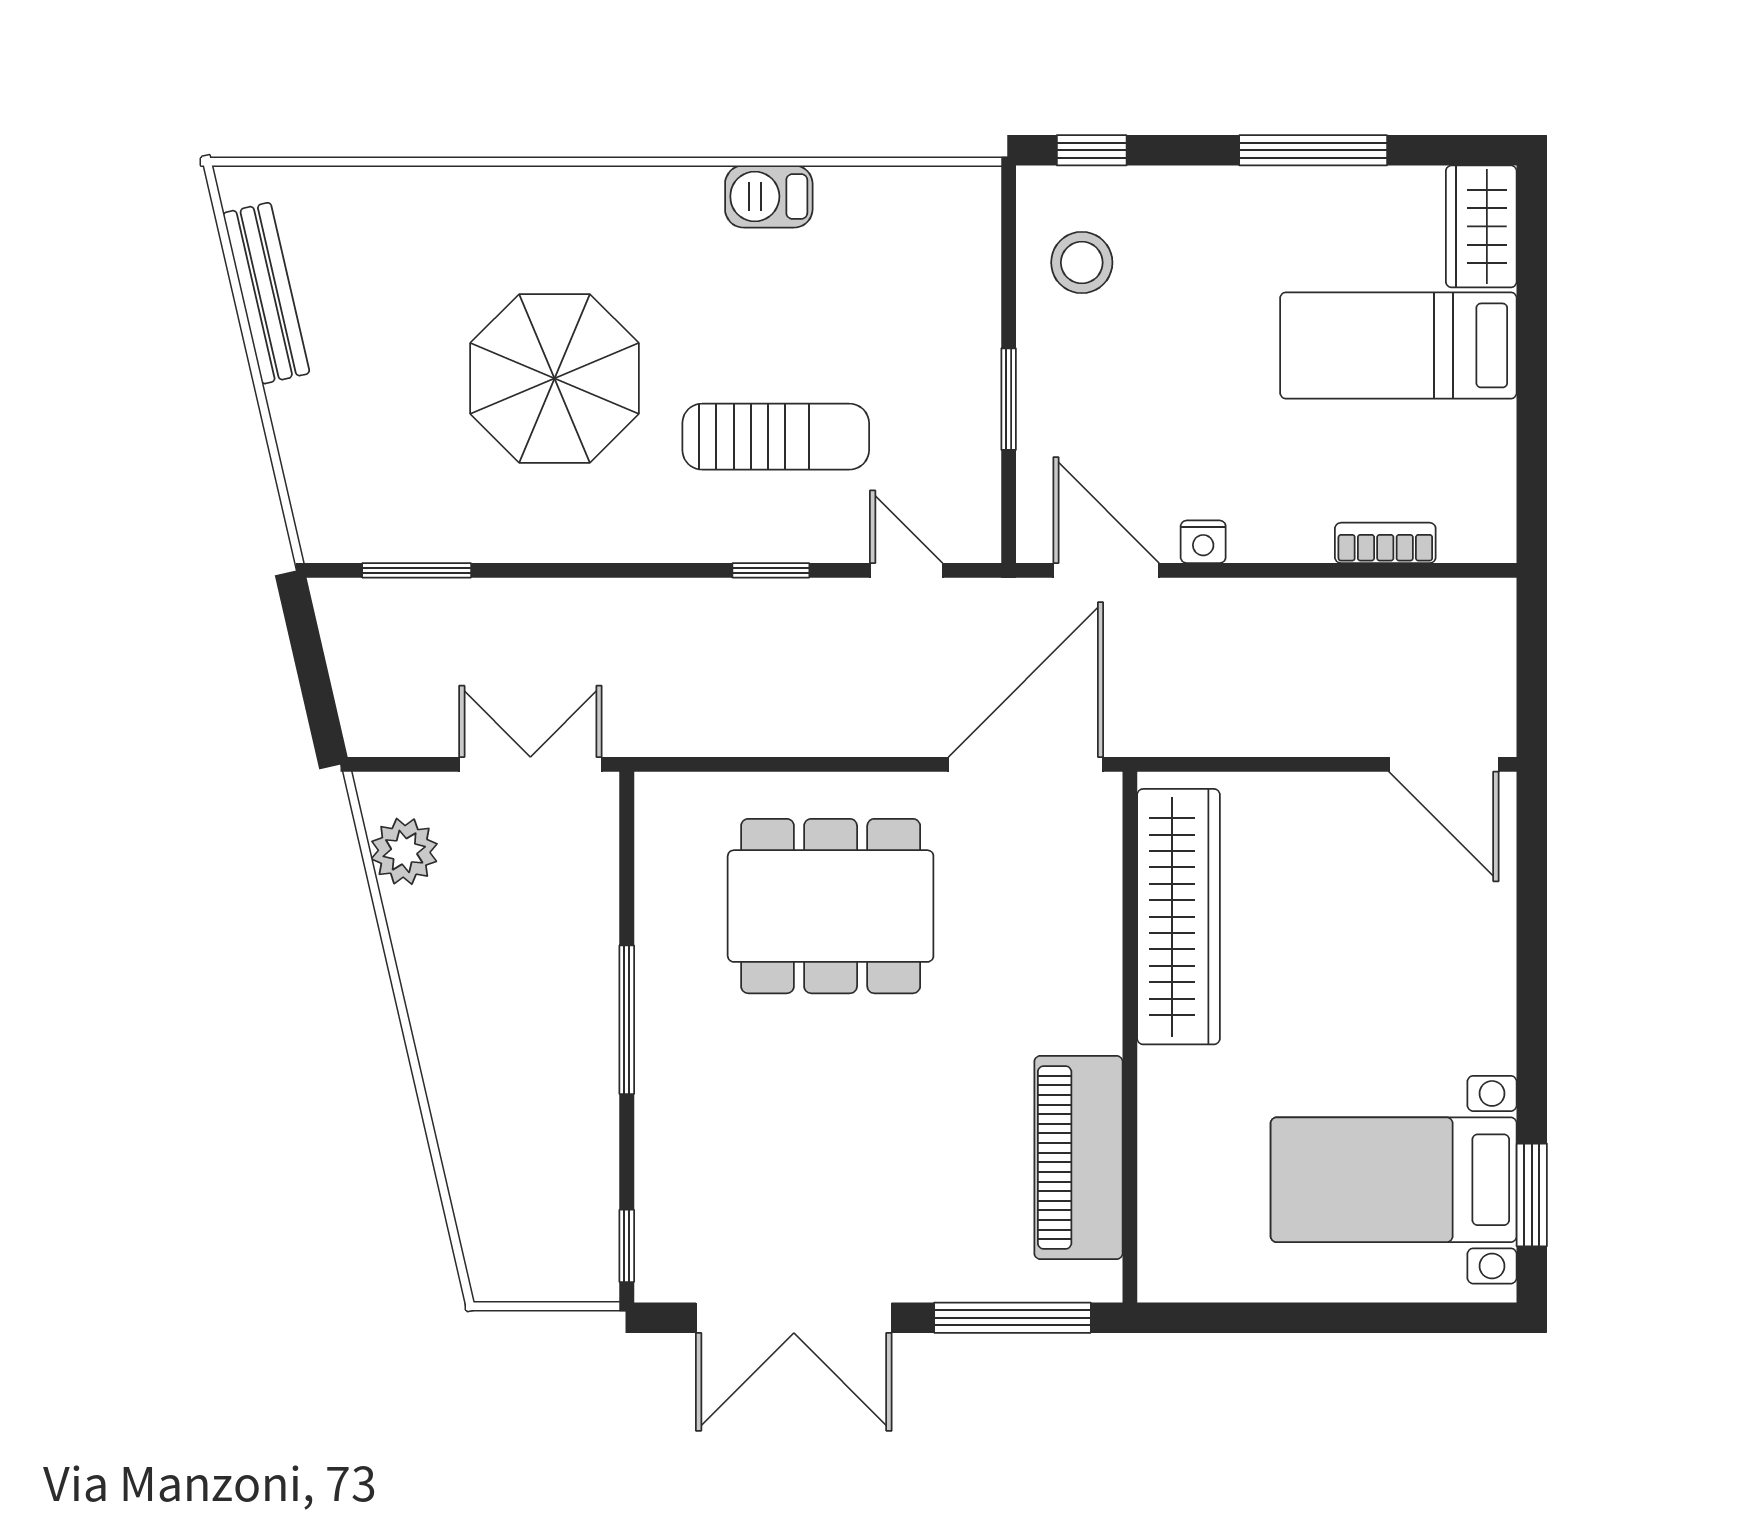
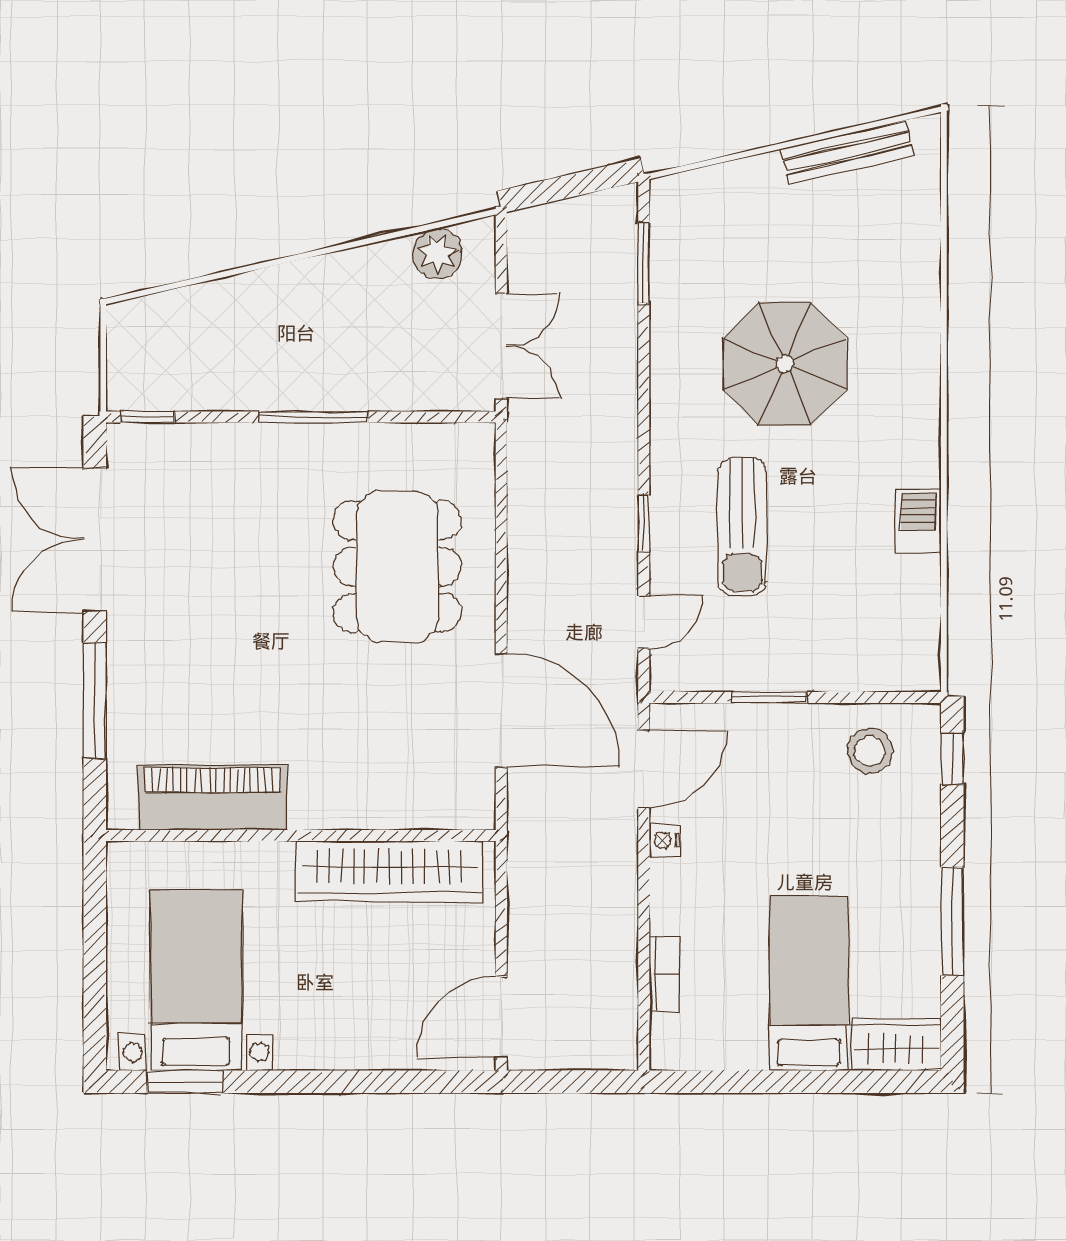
wardrobe: (1179, 917) -> (389, 871), moved
wall: (1130, 1037) -> (301, 835), moved
piano: (1078, 1158) -> (212, 798), moved

